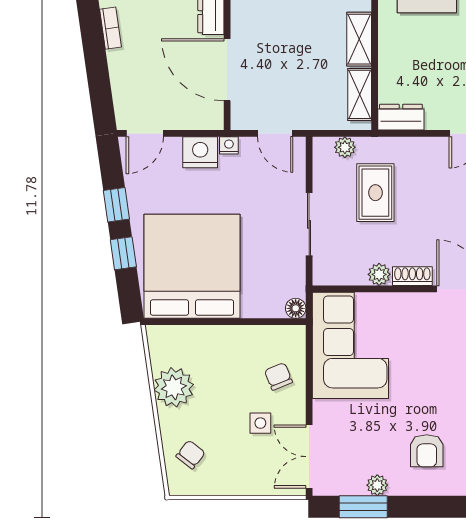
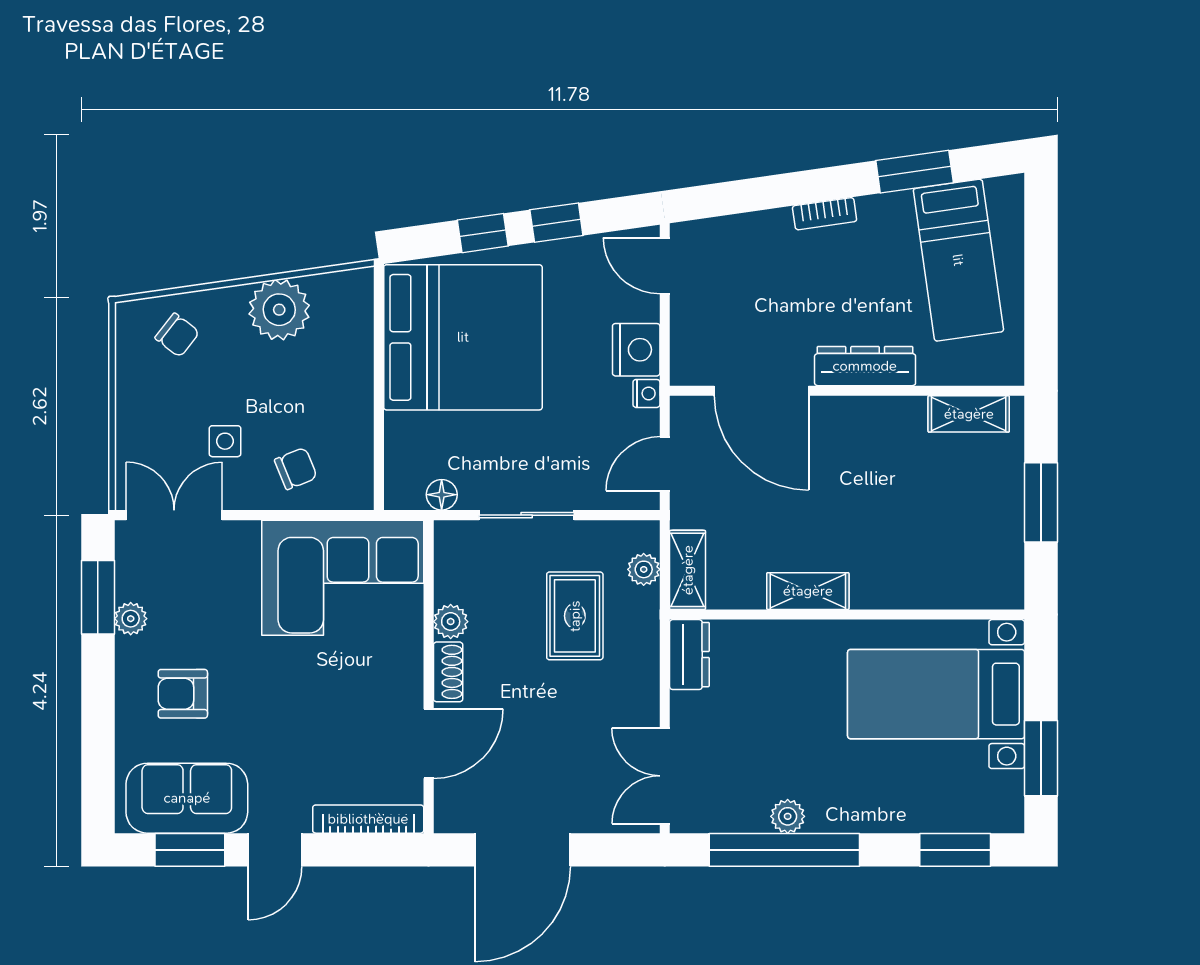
door: (227, 70) -> (761, 391), swing flipped
shelving: (360, 94) -> (688, 570), moved, turned 90
rug: (375, 193) -> (575, 616), turned 90
floor lamp: (296, 308) -> (442, 495), moved

